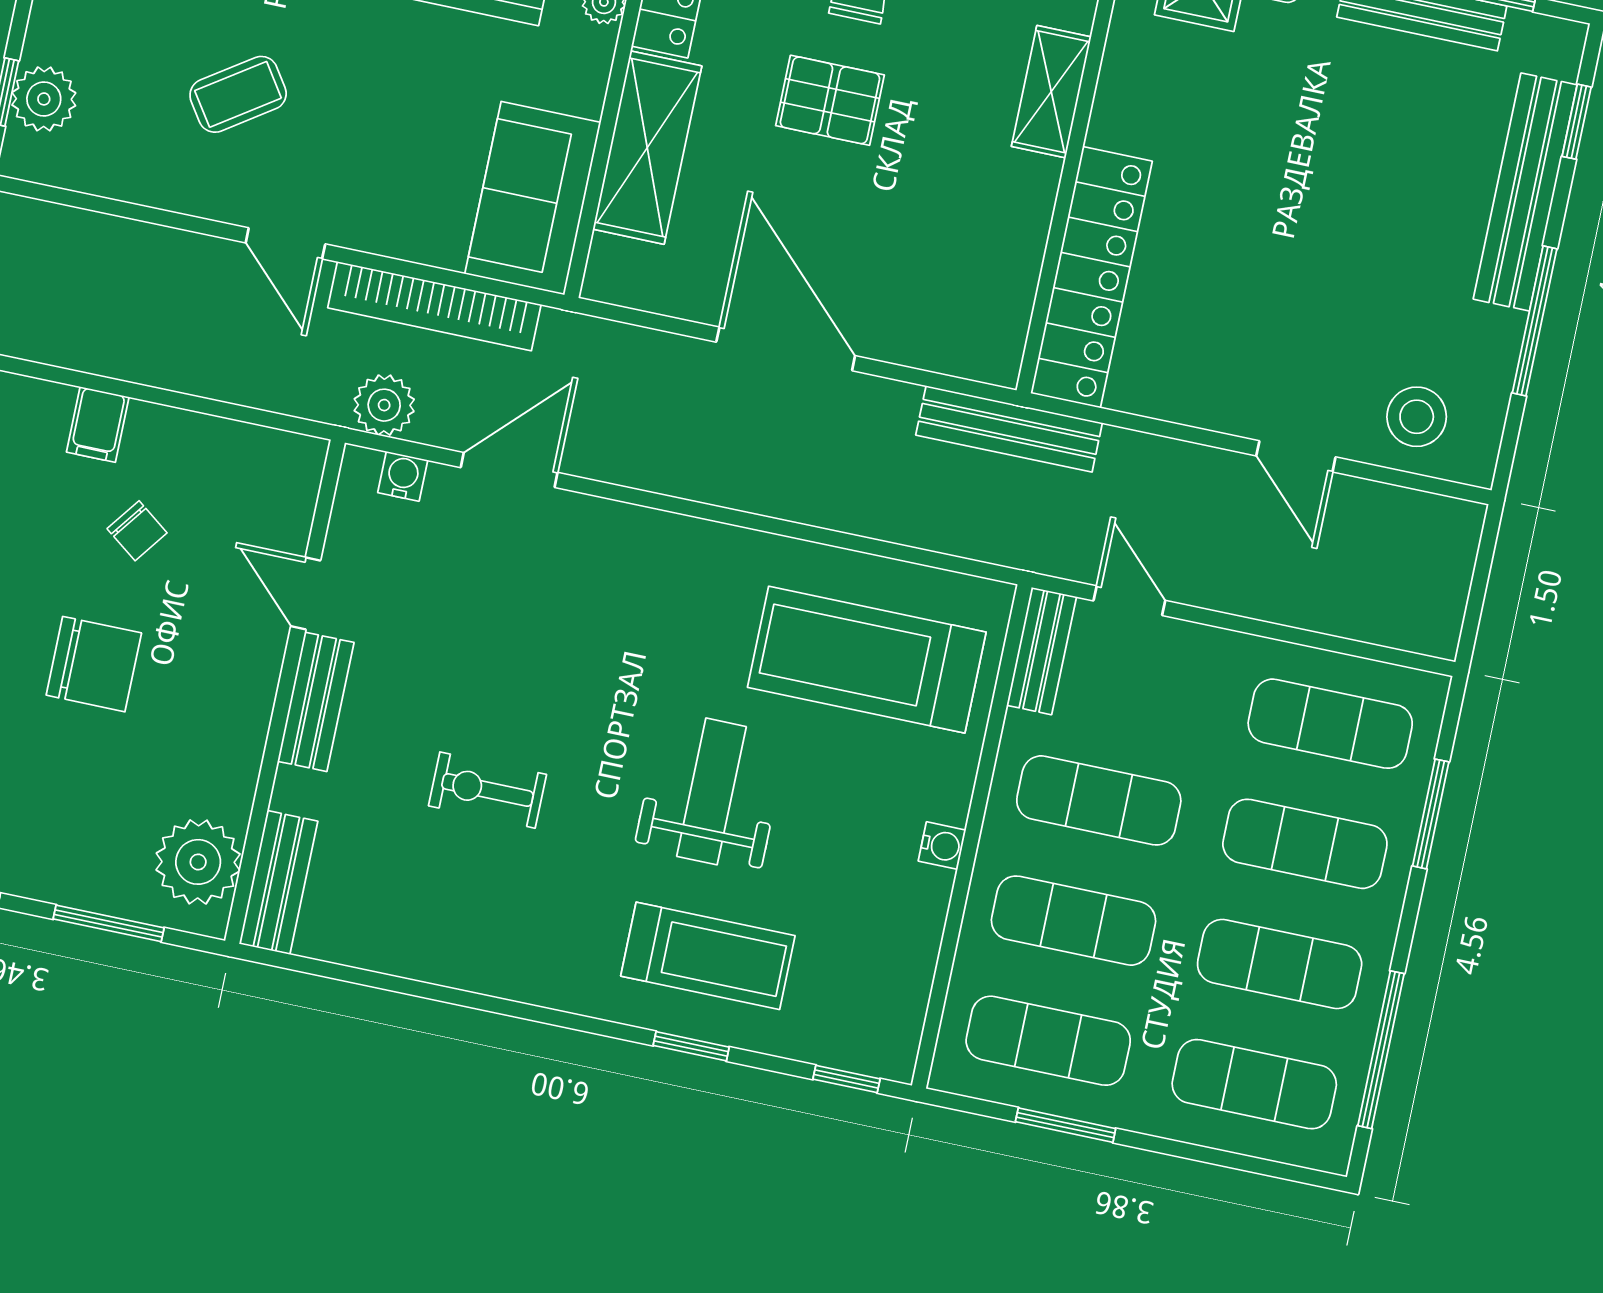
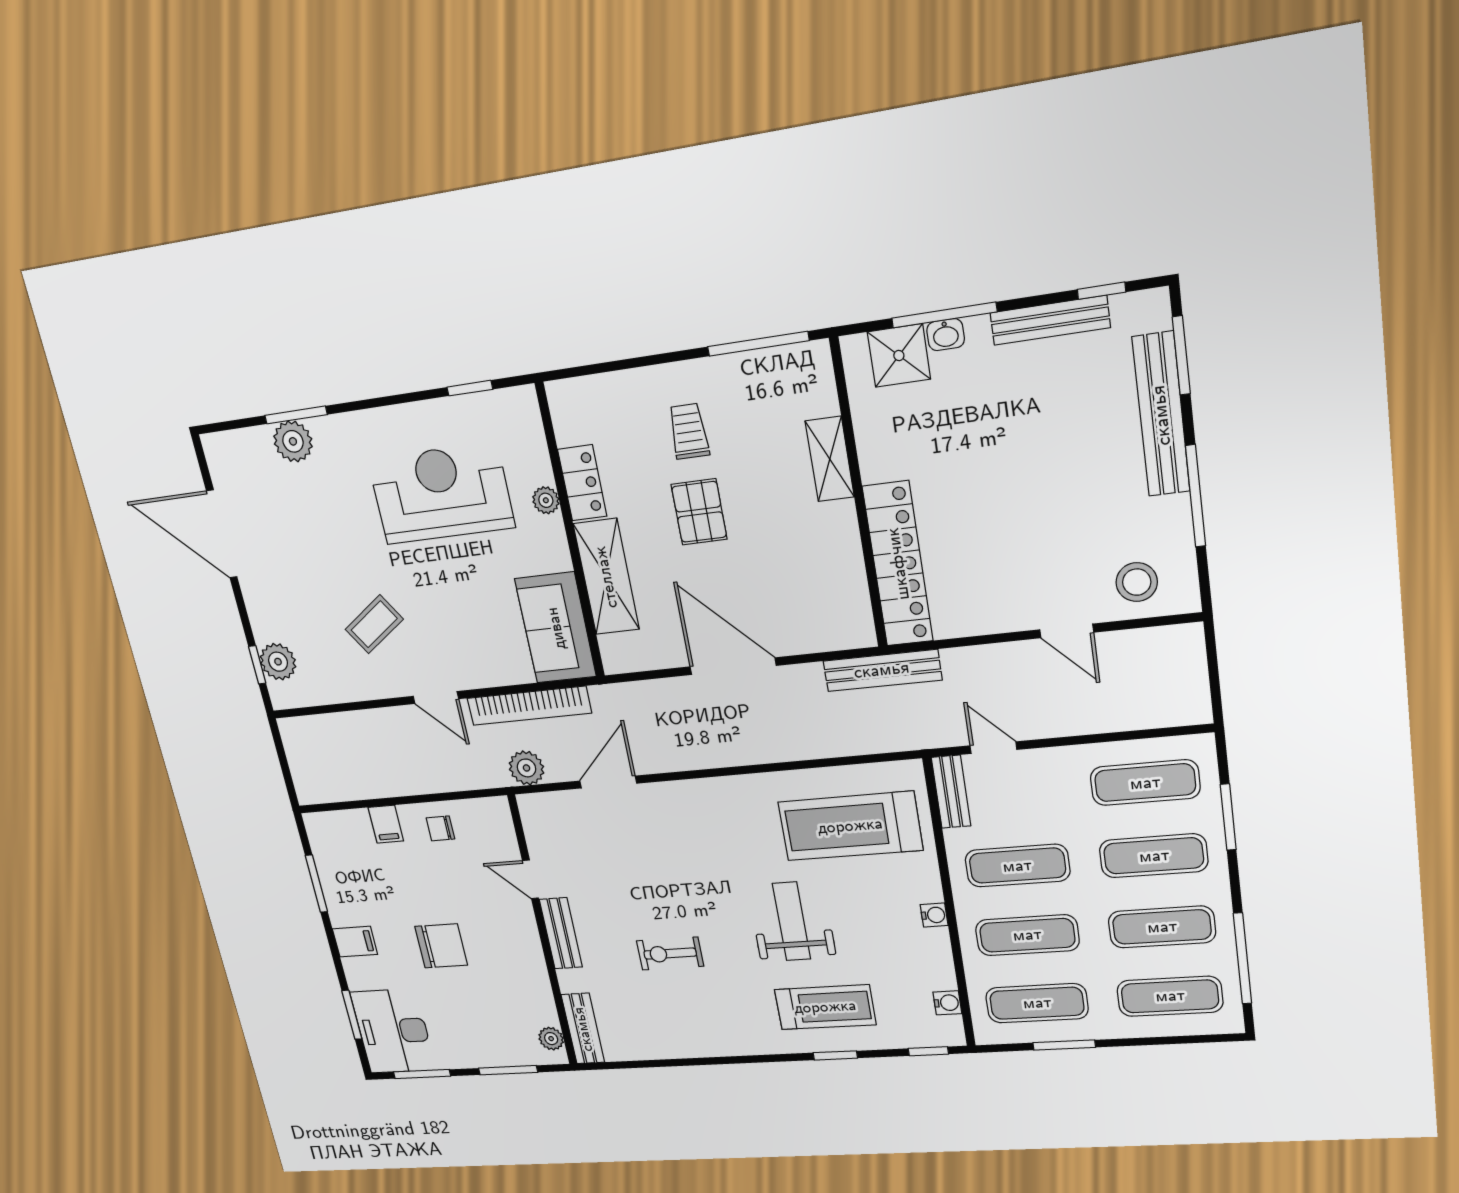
pallet: (830, 100) -> (699, 512), turned 90
window: (1577, 122) -> (1181, 355), width x1.50
water cooler: (403, 476) -> (947, 1003), moved, turned 90
chair: (137, 531) -> (440, 828), moved, turned 143
plant: (198, 862) -> (551, 1039), width x0.53, depth x0.53

